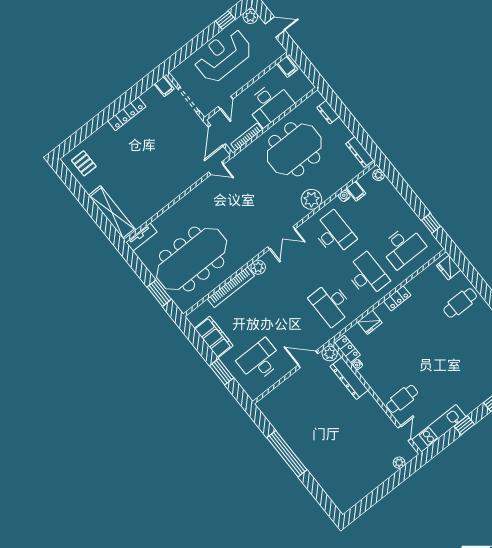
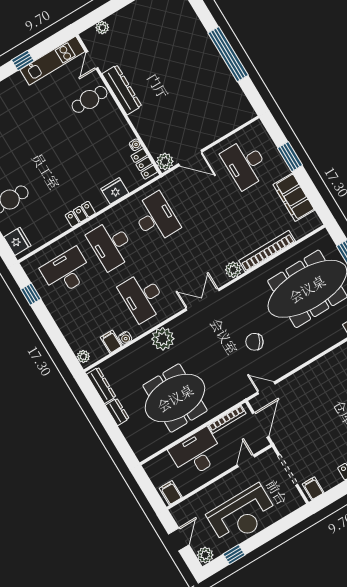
door: (275, 27) -> (179, 539), swing flipped
dresser: (328, 112) -> (117, 412), moved
chair: (232, 207) -> (254, 342), added
desk: (260, 361) -> (245, 164), turned 90
dresser: (349, 378) -> (122, 90), moved

